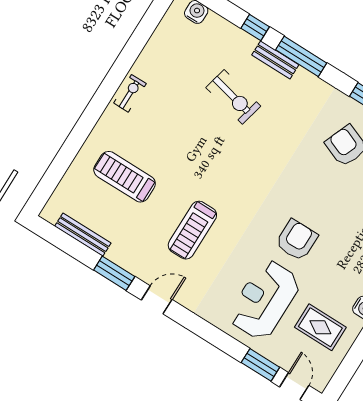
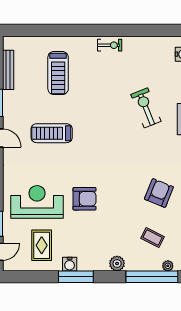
exercise bike: (233, 97) -> (146, 108), turned 145
treadmill: (125, 177) -> (58, 73), turned 180

